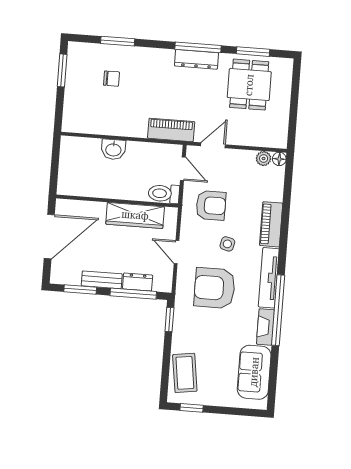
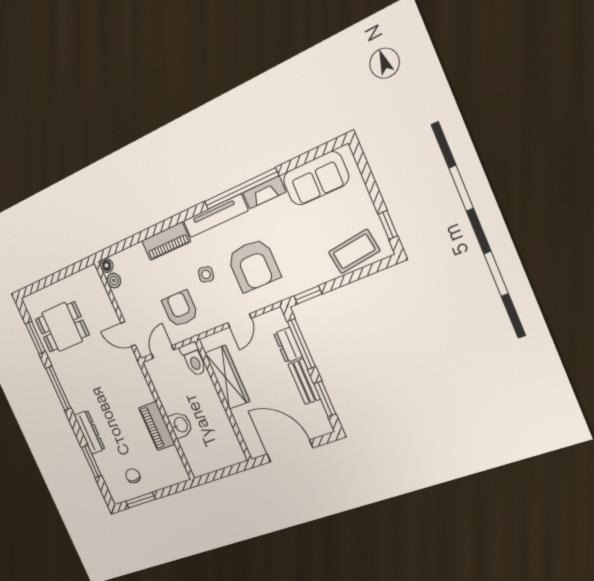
dresser: (196, 59) -> (90, 432), moved
chair: (111, 79) -> (133, 476), moved
piano: (171, 130) -> (157, 426), moved

